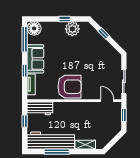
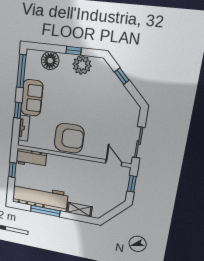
floor lamp: (34, 28) -> (50, 61), moved

